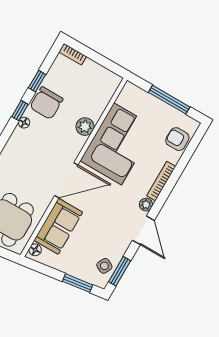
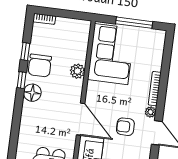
floor lamp: (24, 123) -> (32, 93), width x1.89, depth x1.89
armchair: (177, 139) -> (125, 127), moved
corner sofa: (118, 144) -> (111, 54), moved
door: (66, 180) -> (81, 119), hinge flipped

